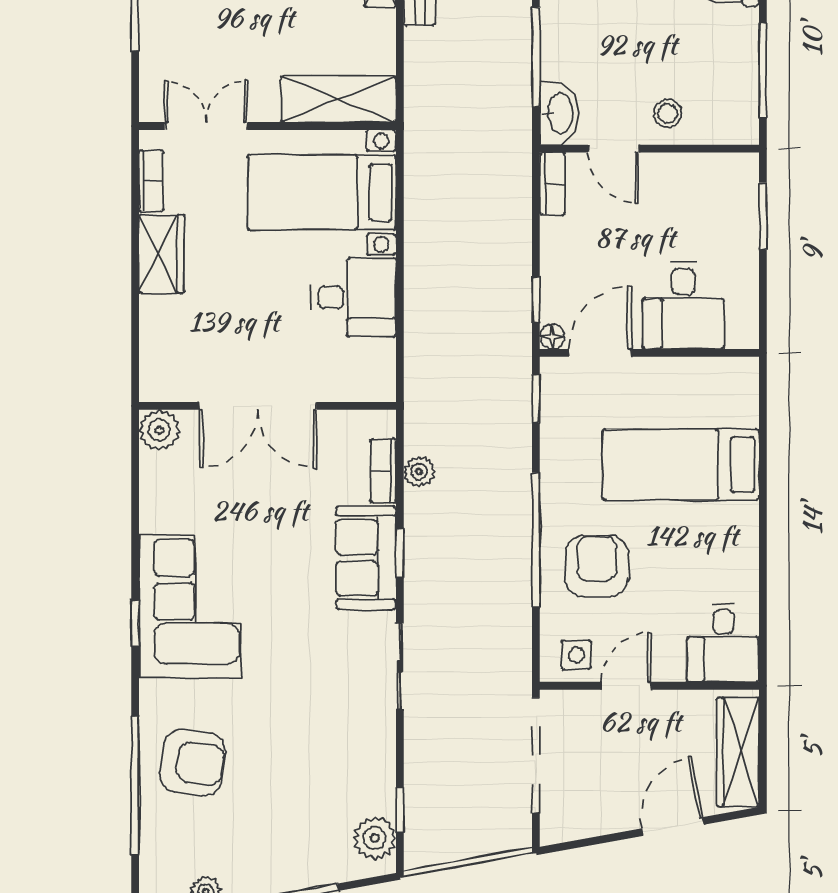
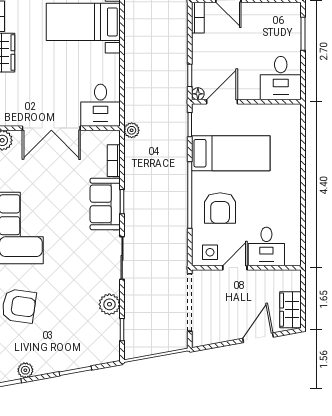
desk: (354, 297) -> (101, 105), moved, turned 90
desk: (683, 305) -> (281, 78), moved
bed: (681, 465) -> (231, 153), moved, turned 180
plant: (419, 472) -> (132, 130), moved
armchair: (597, 566) -> (220, 208), turned 180
desk: (723, 643) -> (266, 246), moved
wardrobe: (738, 752) -> (290, 310), width x0.67
plant: (375, 838) -> (109, 304), moved

